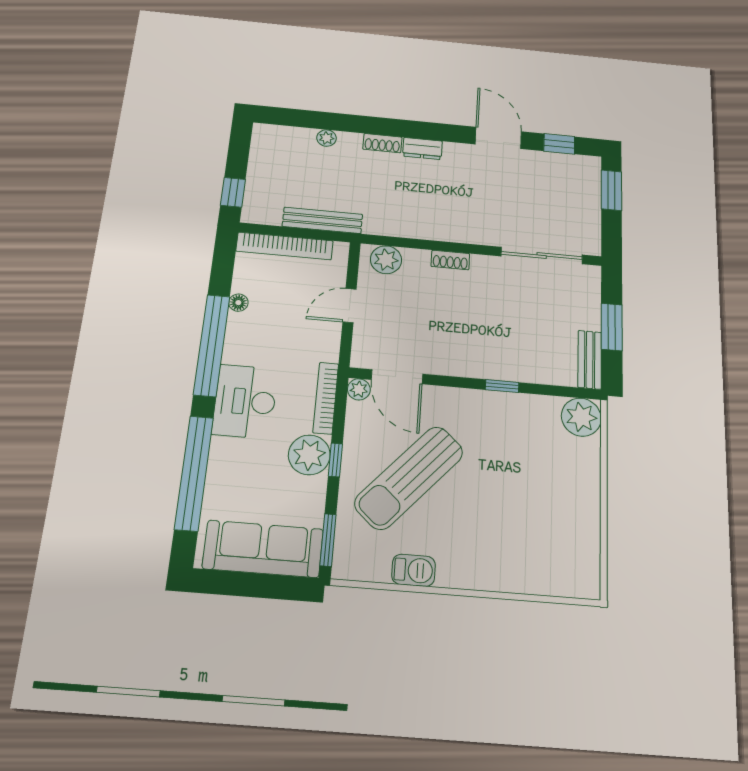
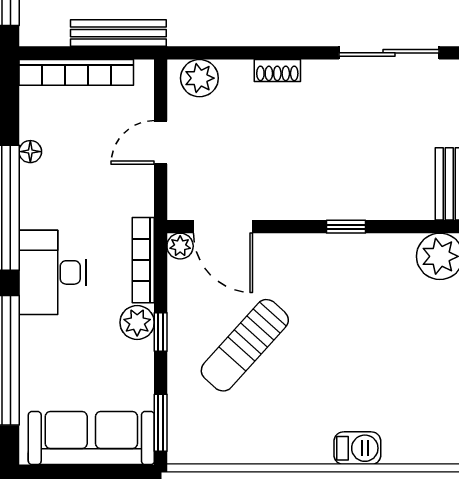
plant: (309, 455) -> (137, 322), width x0.73, depth x0.73
sun lounger: (409, 478) -> (245, 345), width x0.73, depth x0.75
barbecue: (413, 570) -> (357, 448), moved

